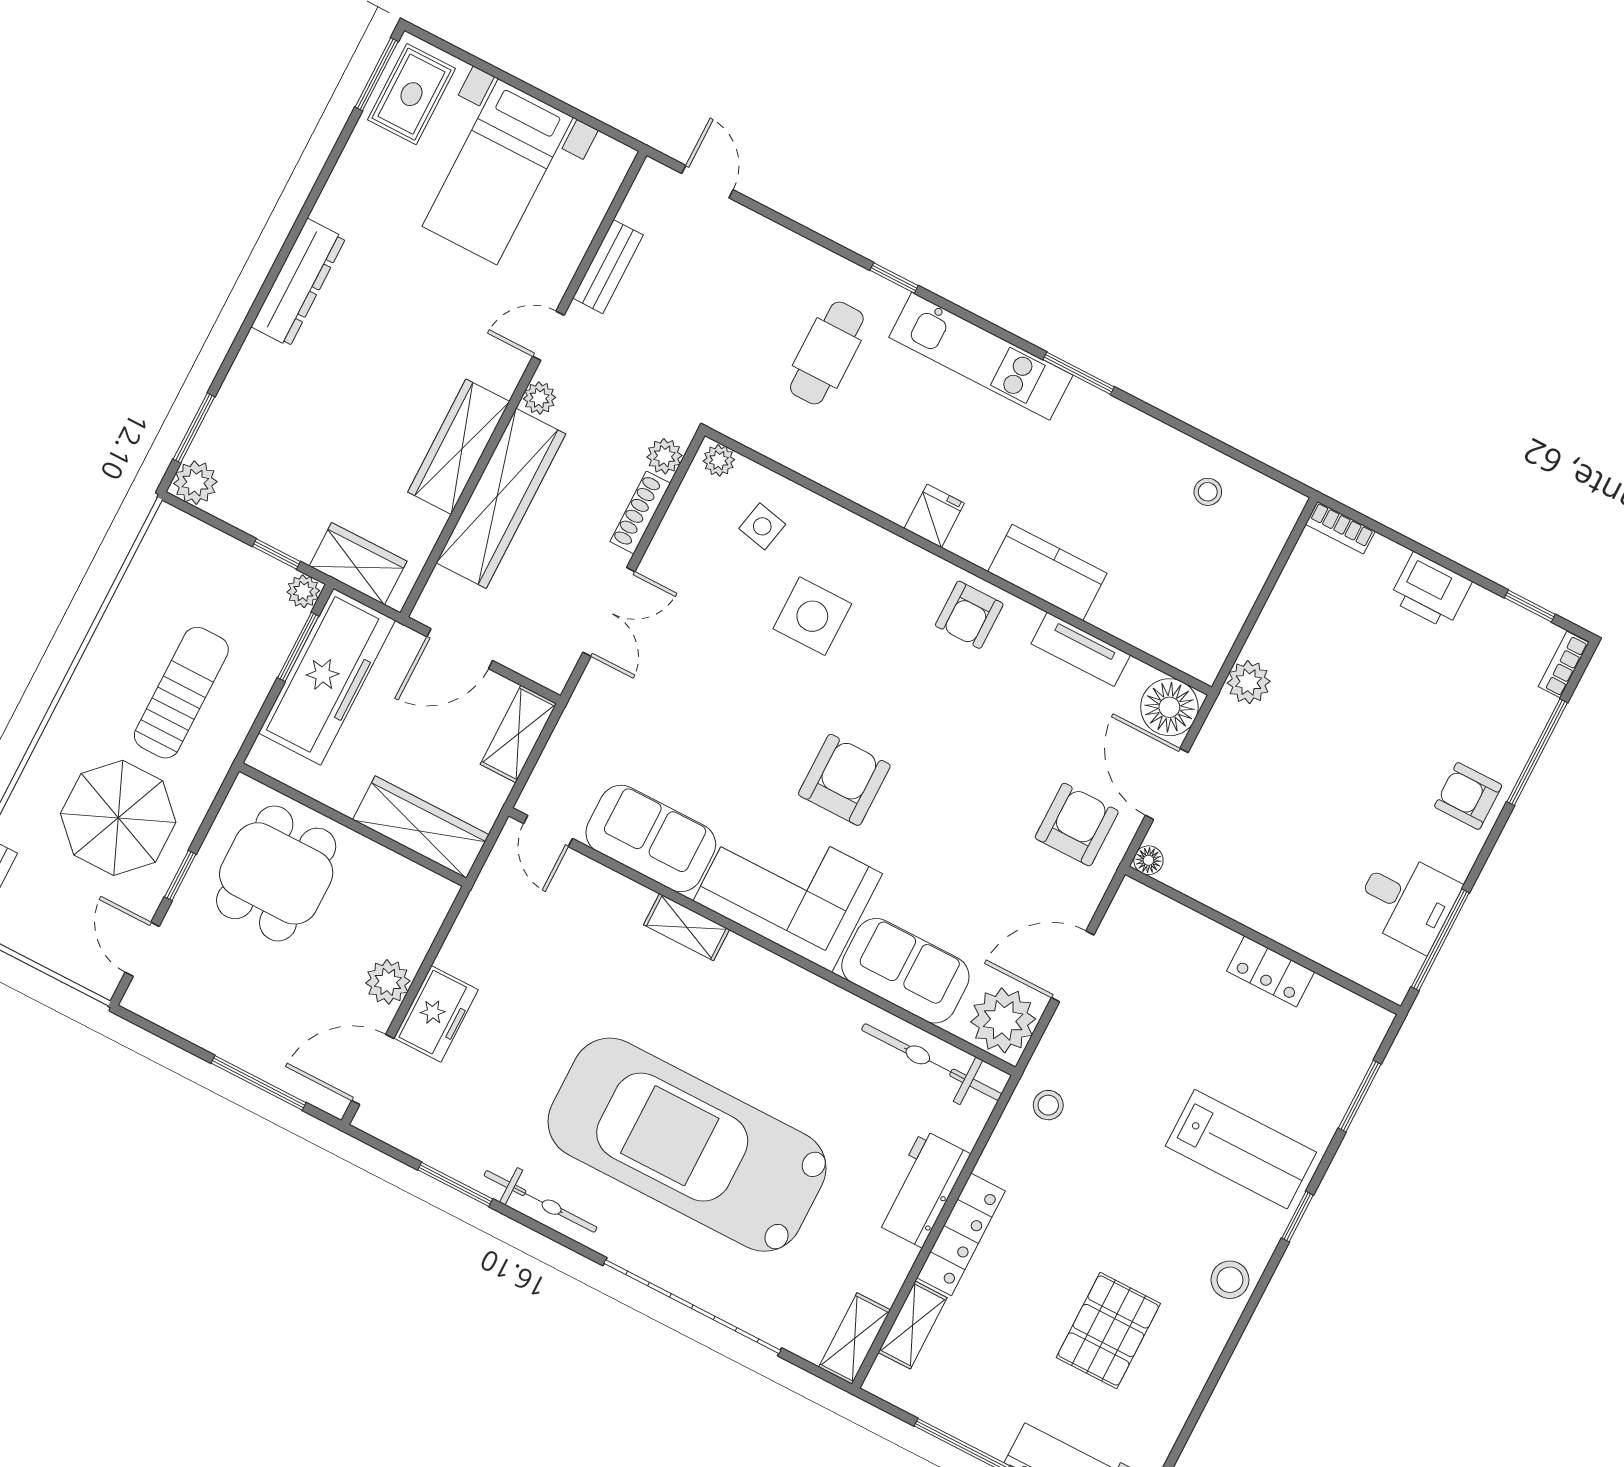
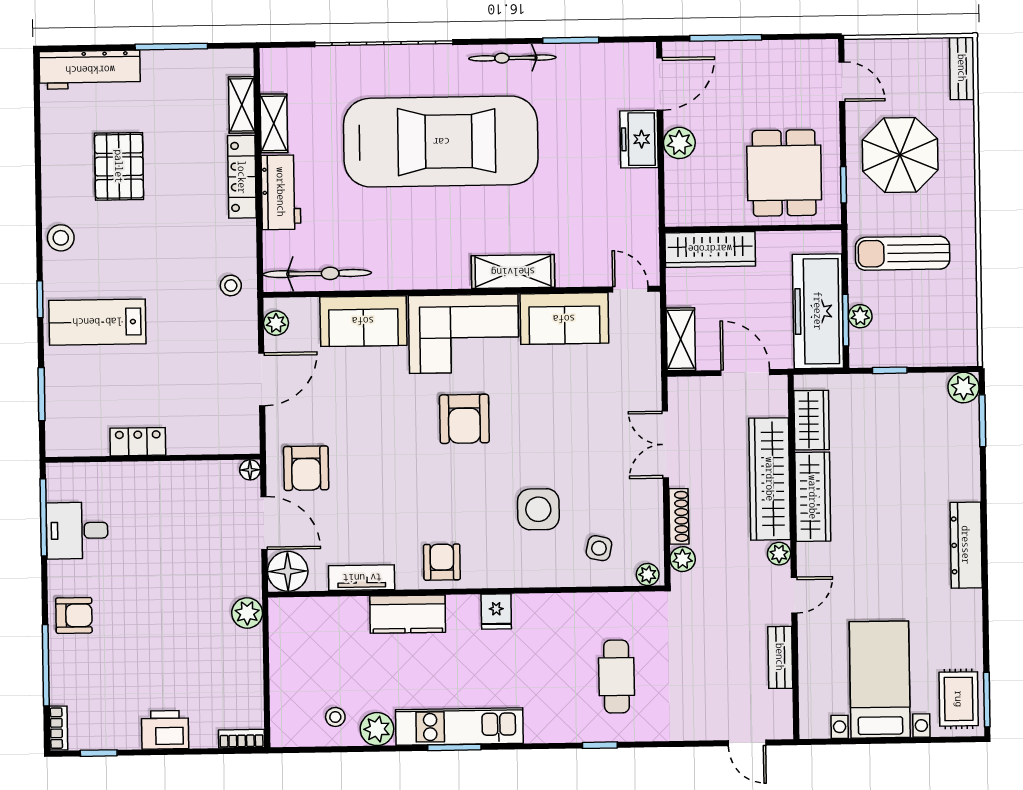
kitchen unit: (981, 356) -> (459, 727), moved
plant: (1164, 449) -> (377, 729), added
wardrobe: (358, 564) -> (812, 420), moved, turned -90
plant: (303, 591) -> (860, 316), moved
door: (460, 649) -> (745, 373), hinge flipped
sun lounger: (181, 693) -> (903, 253), turned 90
window: (180, 875) -> (843, 185), moved
shelving: (687, 927) -> (513, 272), width x1.50, depth x1.33
plant: (1003, 1020) -> (276, 323), width x0.53, depth x0.53
shelving: (855, 1339) -> (274, 123), moved

